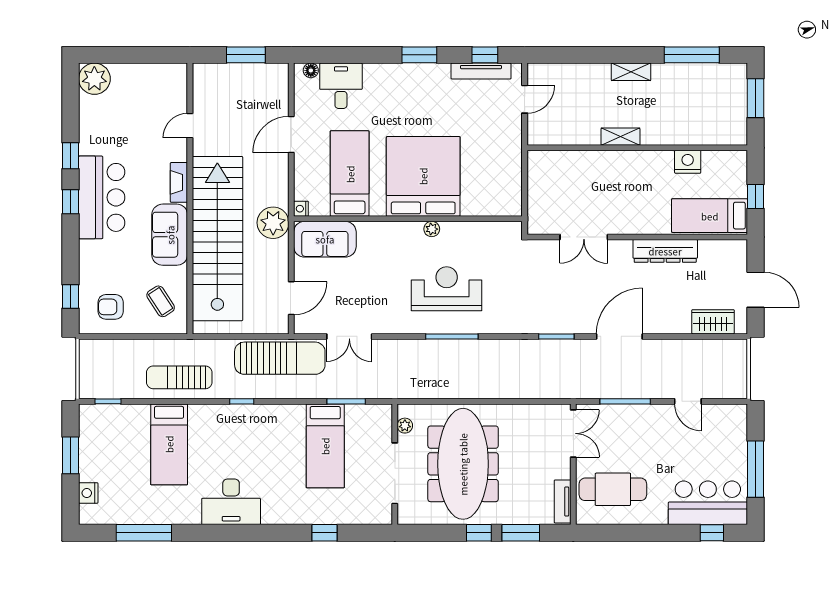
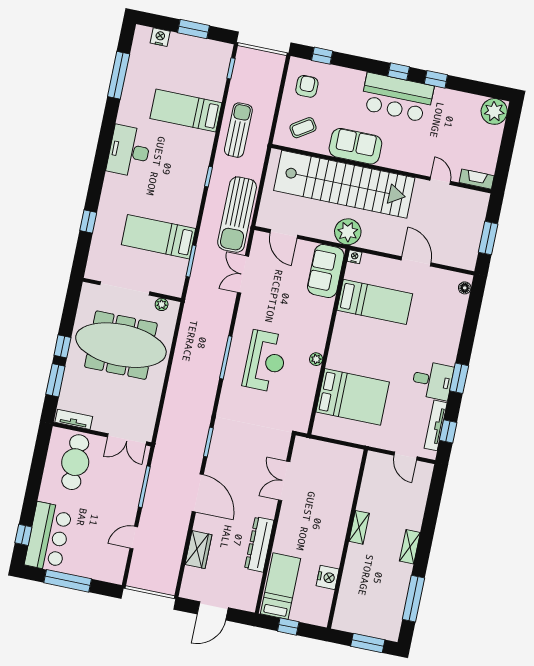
desk: (341, 86) -> (433, 380), moved
bed: (423, 176) -> (353, 397), moved, width x0.73
fireplace: (179, 182) -> (477, 179), moved
wardrobe: (713, 322) -> (198, 550), moved

